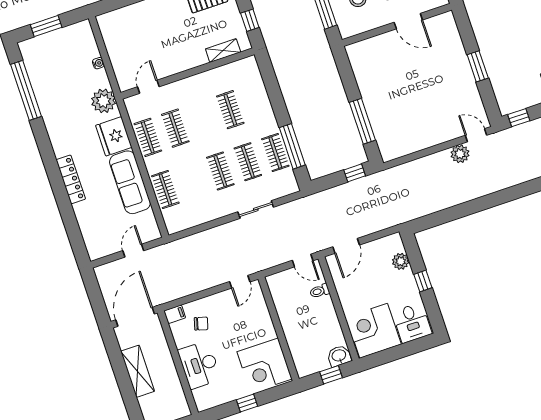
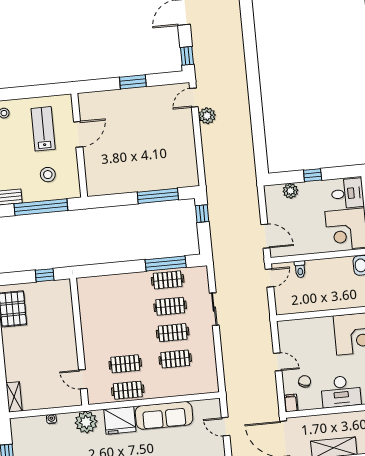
shelving: (223, 51) -> (14, 397), moved
clothes rail: (230, 110) -> (120, 311), removed
clothes rail: (165, 189) -> (175, 359), moved
door: (240, 282) -> (278, 362), moved

